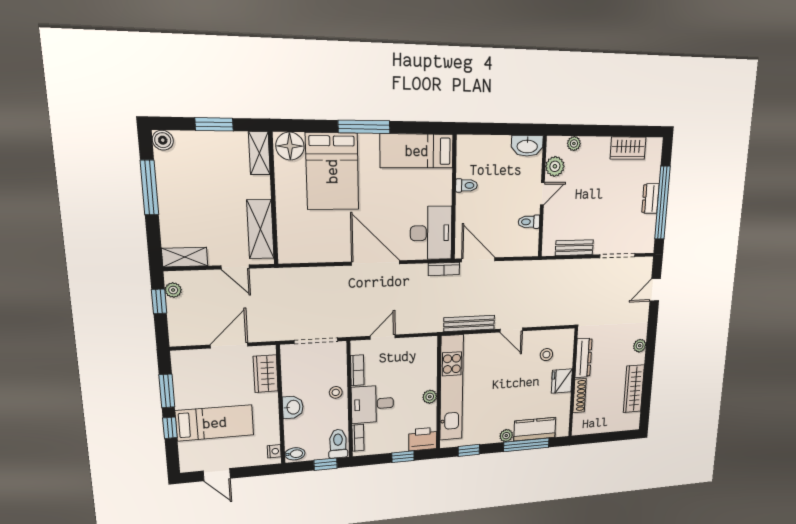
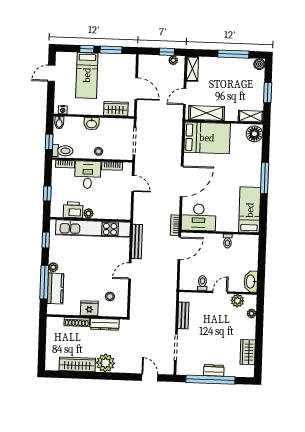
bed: (332, 171) -> (207, 138), moved, turned 180
door: (542, 194) -> (220, 292), swing flipped
plant: (640, 346) -> (105, 363), width x1.88, depth x1.88
printer: (423, 439) -> (73, 210), moved, turned -90

